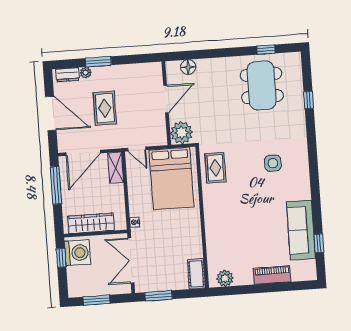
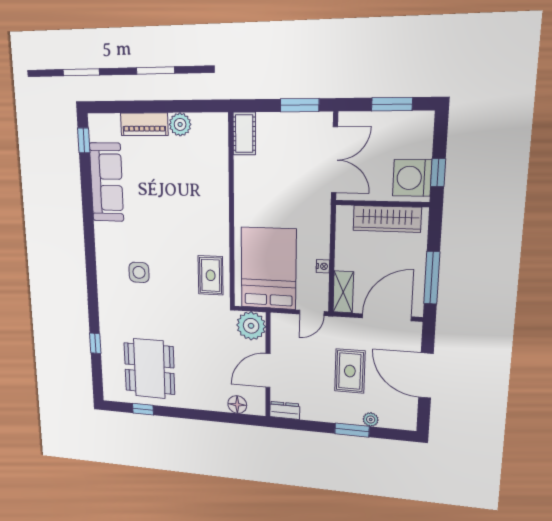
dresser: (67, 75) -> (285, 410), moved
door: (137, 149) -> (312, 313), swing flipped
nightstand: (135, 222) -> (323, 266), moved
window: (319, 243) -> (84, 140), moved
plant: (225, 278) -> (180, 124), moved

